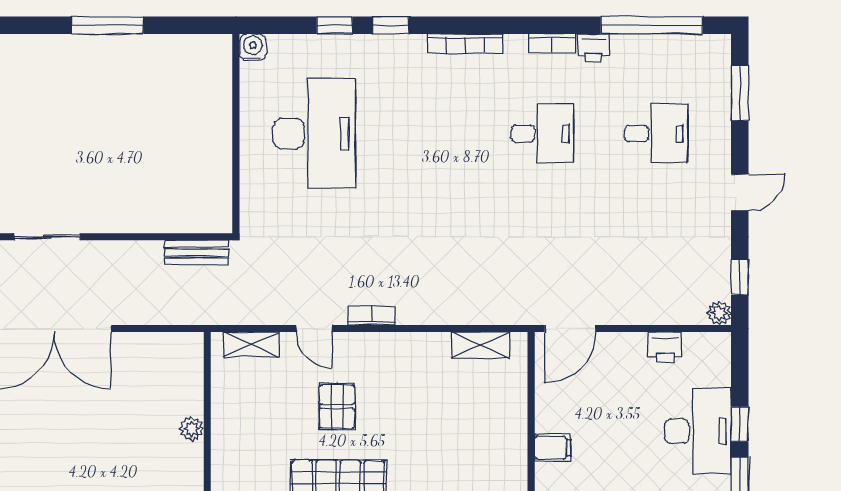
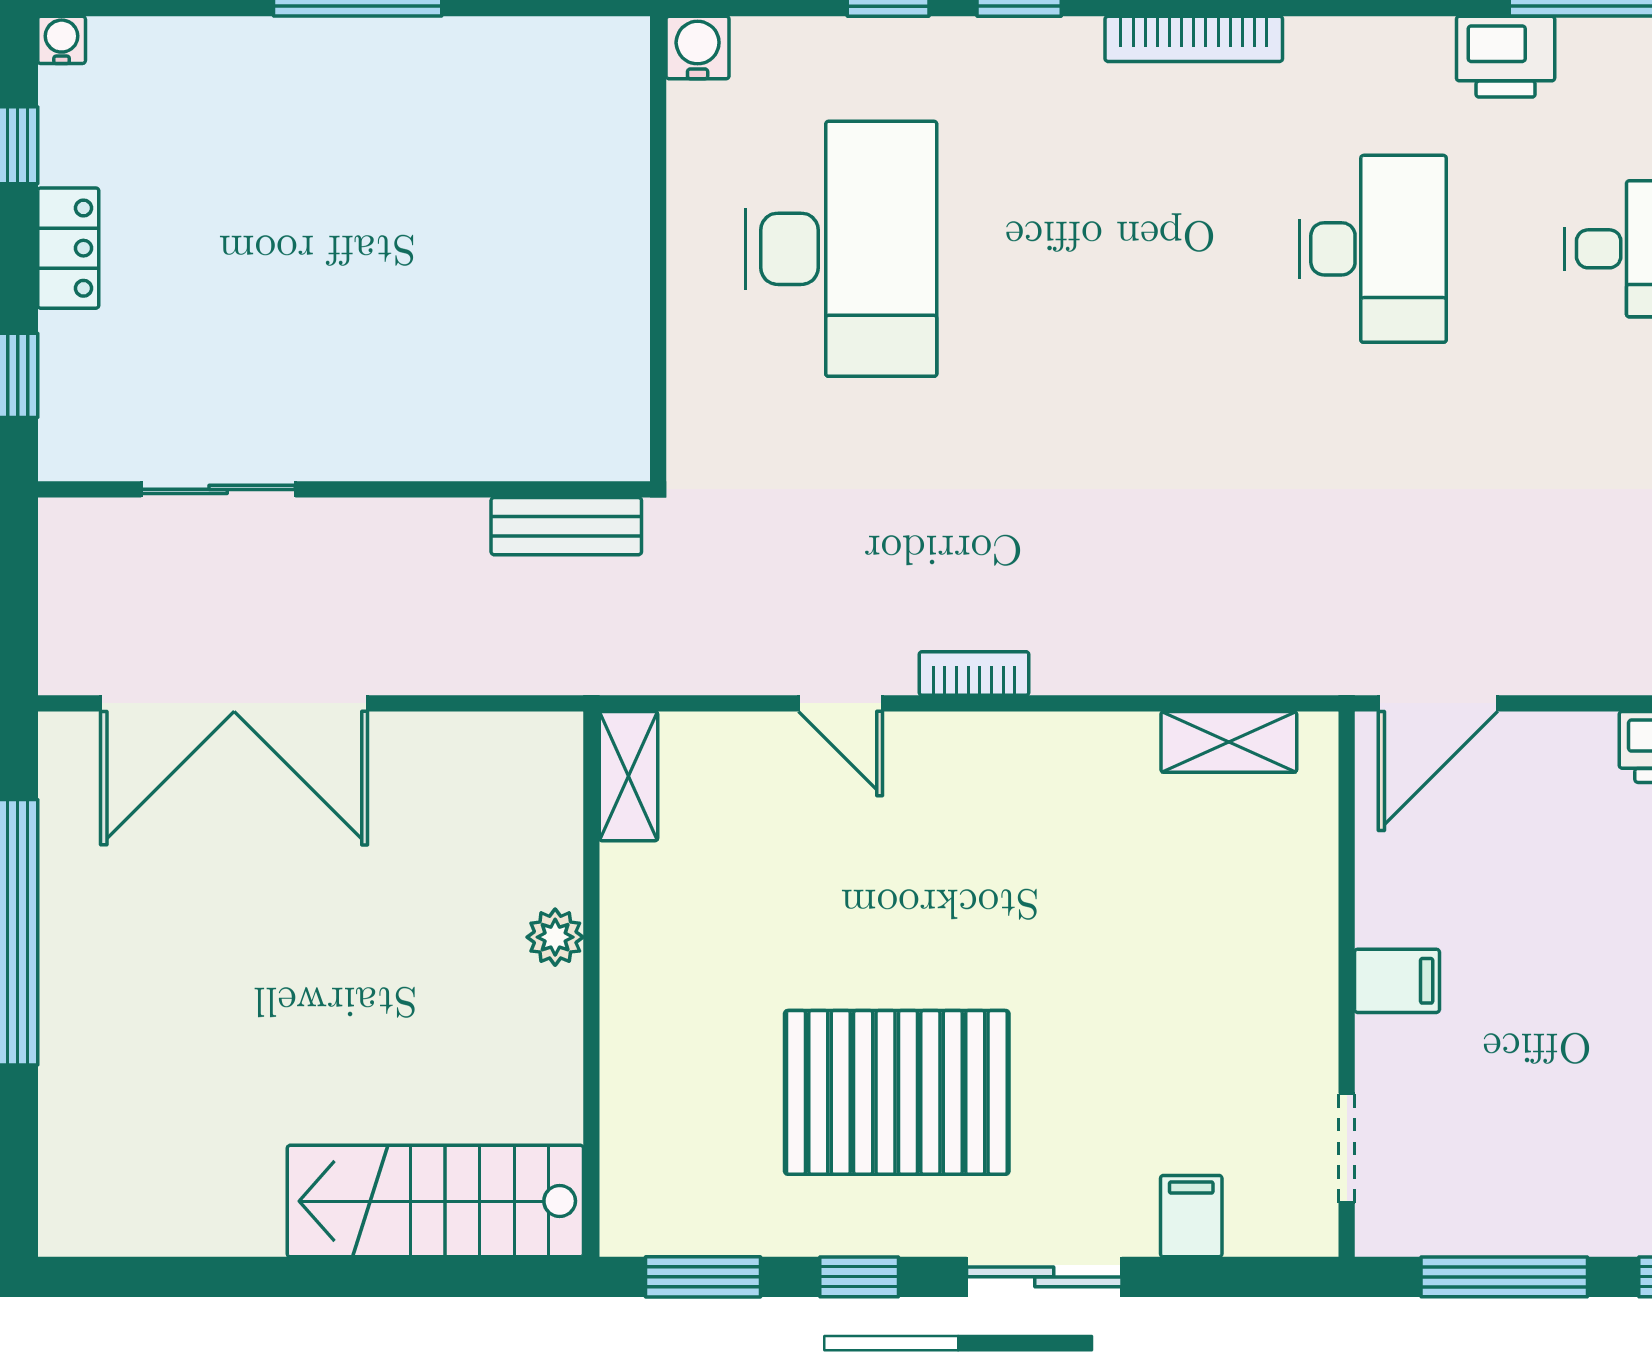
bookcase: (552, 43) -> (1396, 38), removed
printer: (594, 48) -> (1506, 57), width x1.36, depth x1.24
desk: (542, 134) -> (1373, 249), width x1.37
shelving: (251, 344) -> (628, 776), moved, turned 90
pallet: (337, 406) -> (894, 885), removed

